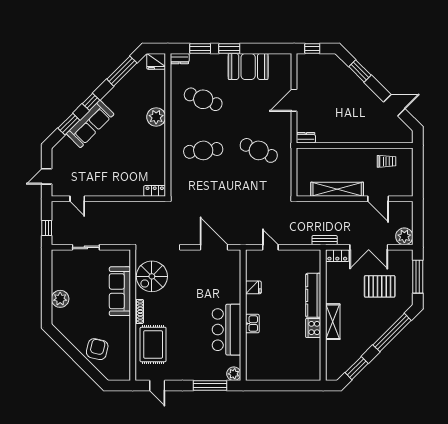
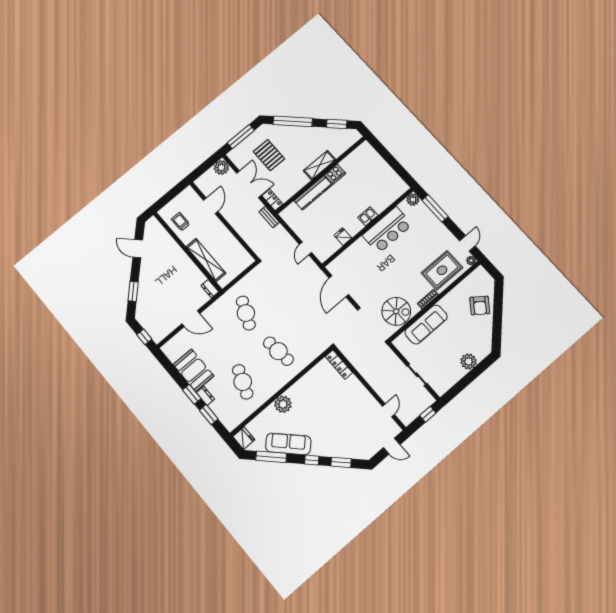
dresser: (180, 59) -> (205, 396), moved
sofa: (90, 124) -> (288, 444), moved
shelving: (337, 189) -> (206, 260), moved
locker: (155, 191) -> (339, 364), width x1.53
armchair: (97, 349) -> (480, 306), turned -66
plant: (140, 376) -> (471, 261), added

